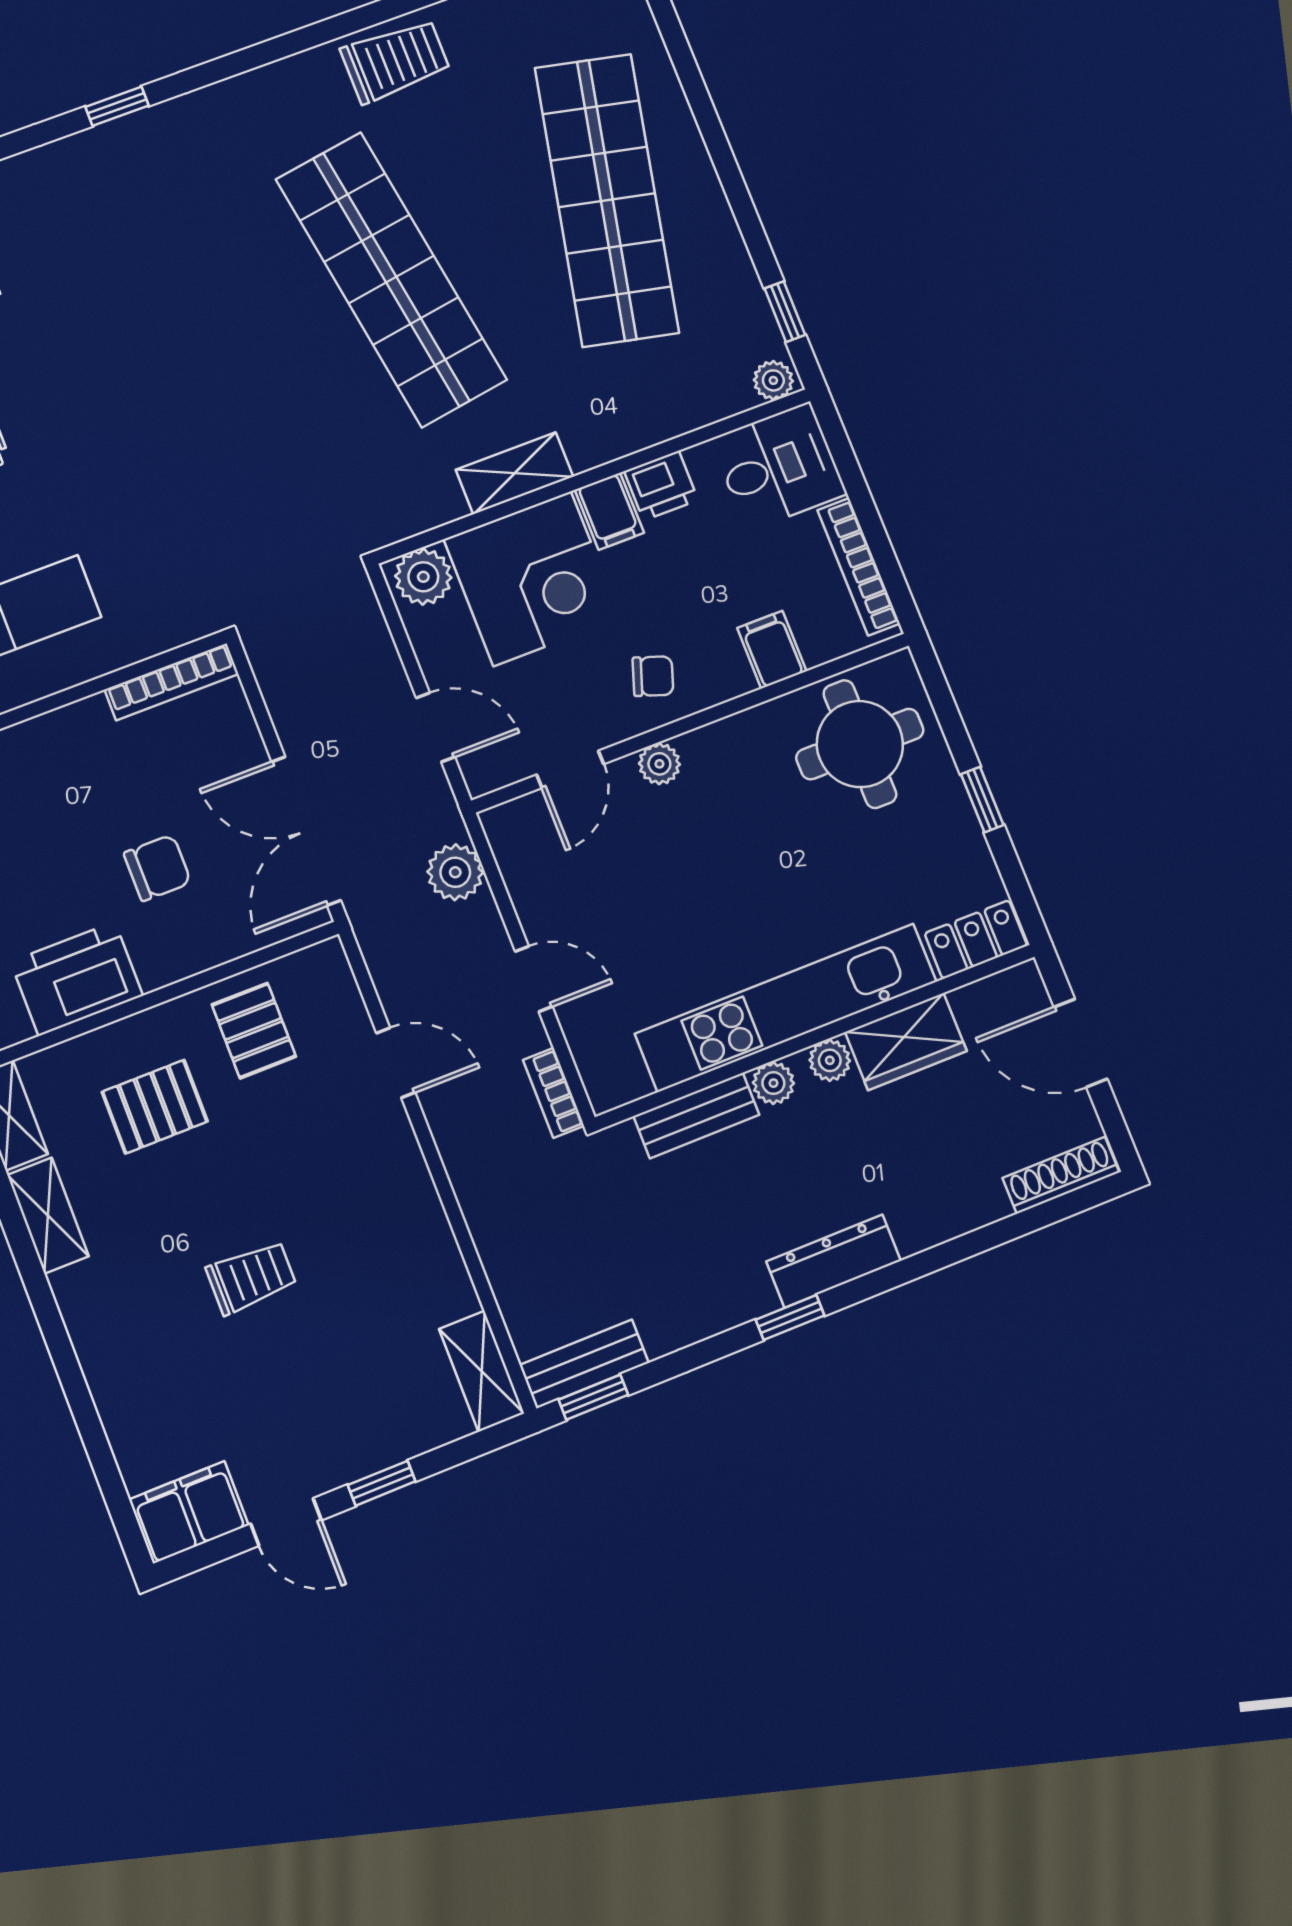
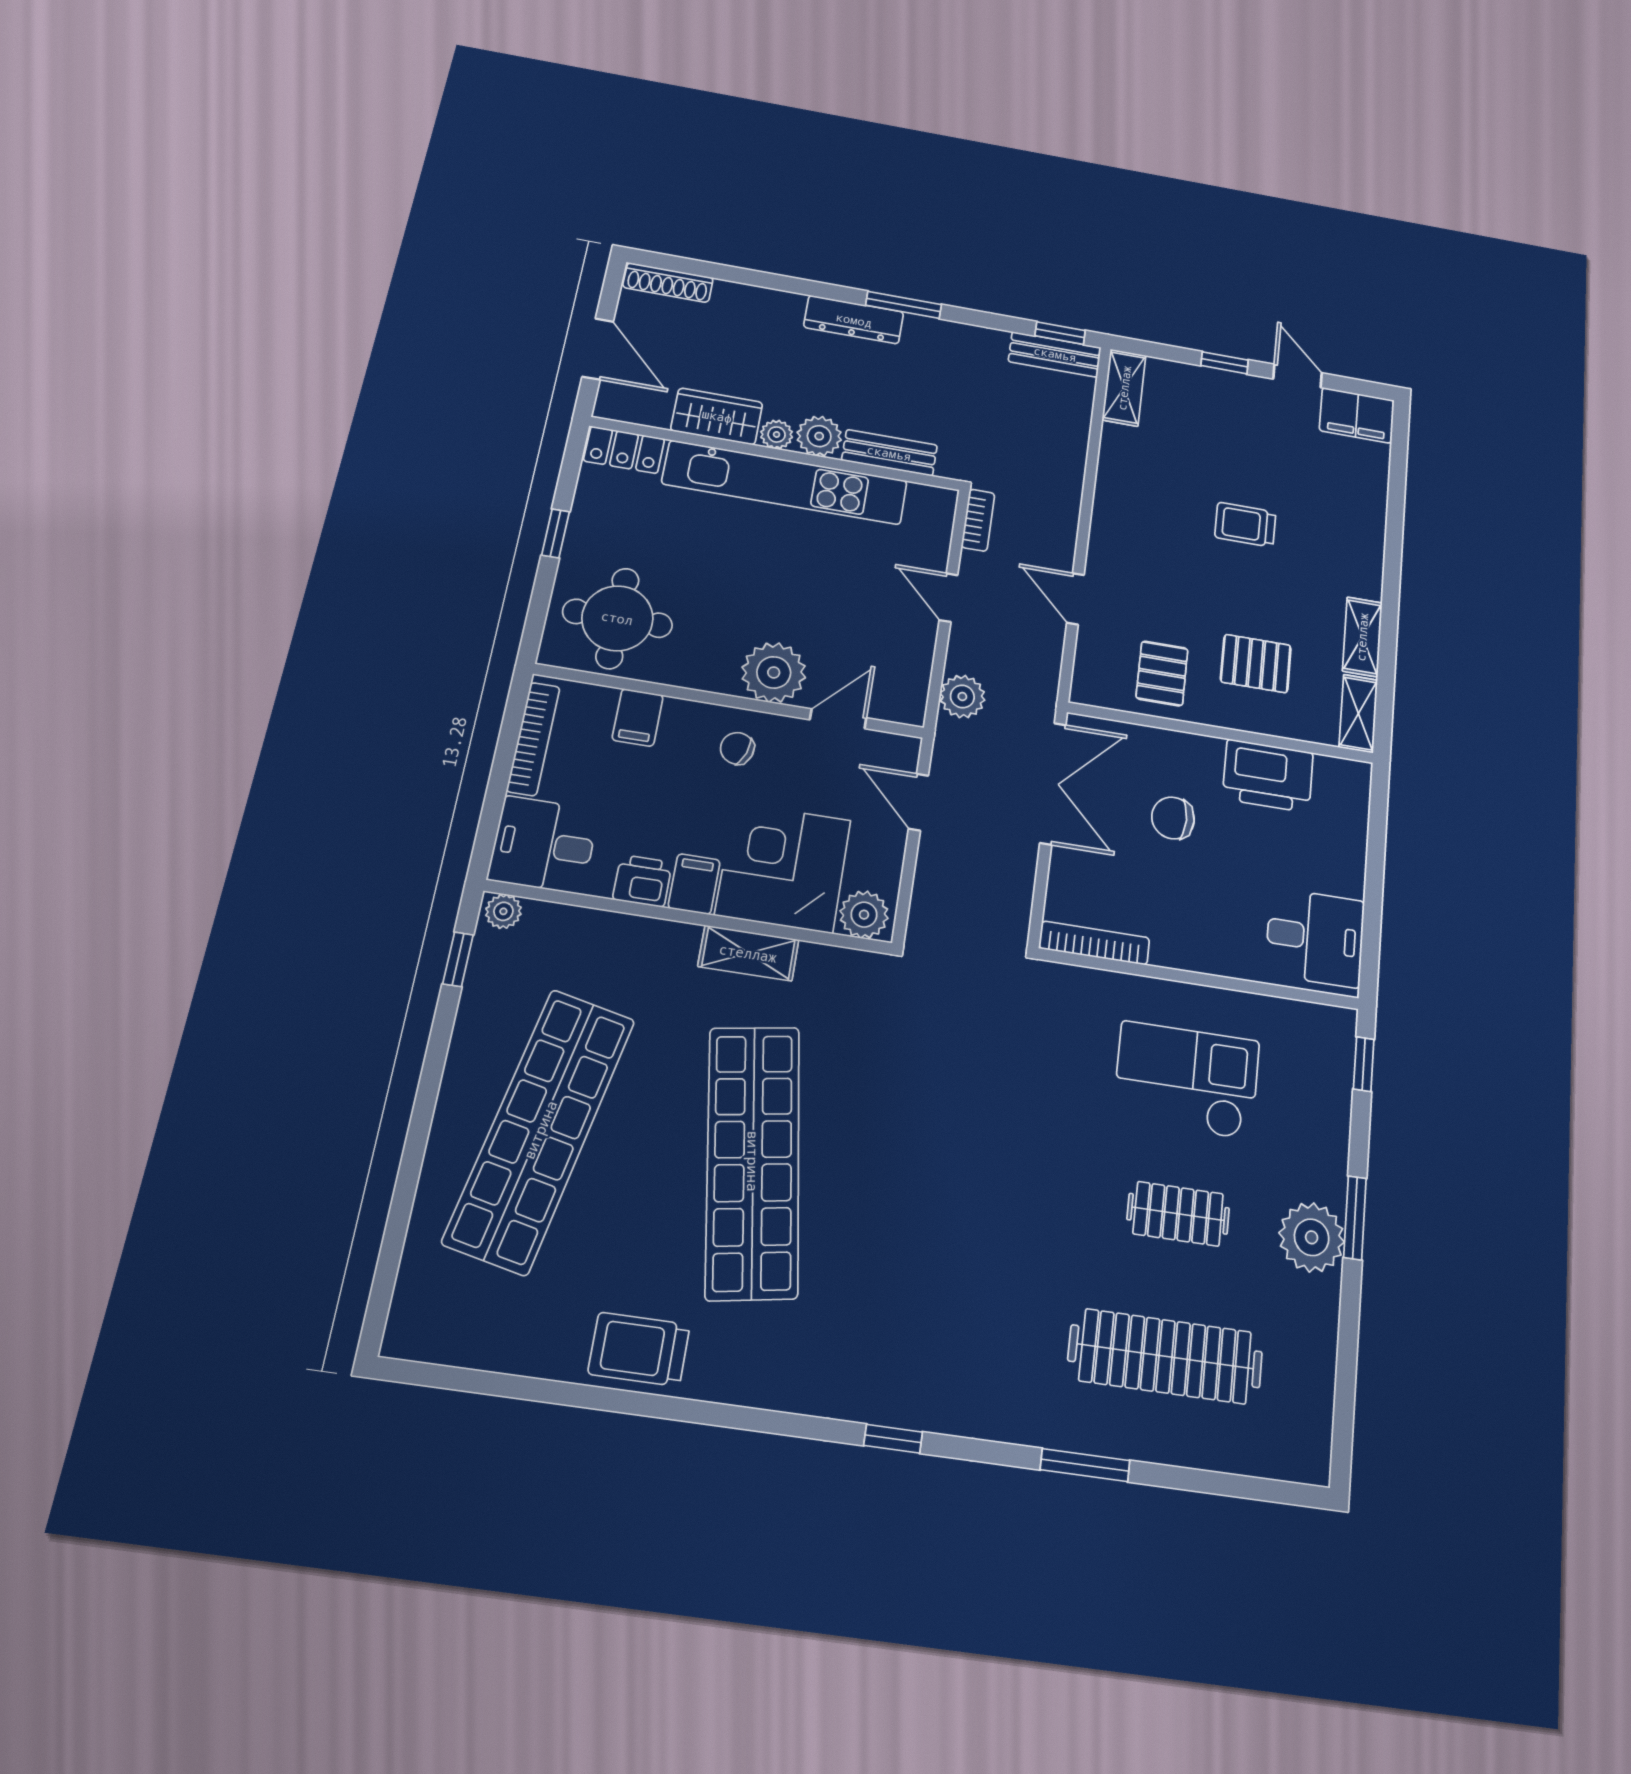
plant: (659, 764) -> (774, 672), width x1.88, depth x1.88
plant: (773, 1083) -> (819, 436), width x1.38, depth x1.38
window: (790, 1318) -> (904, 305), width x1.50

